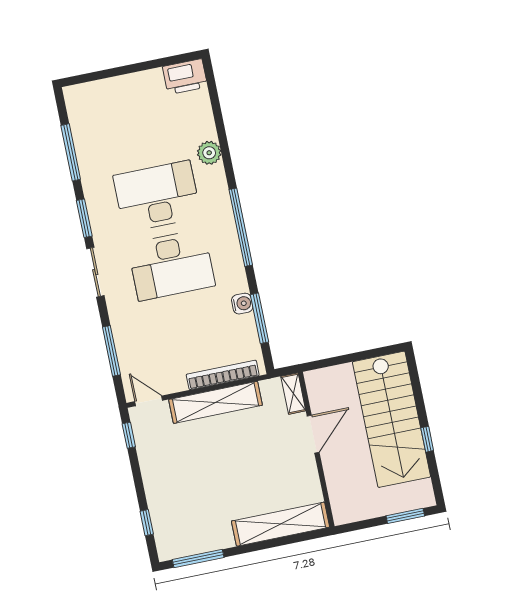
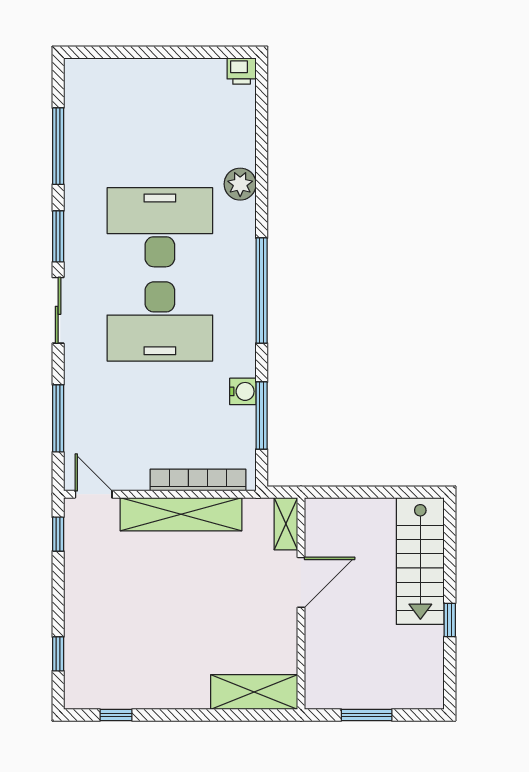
printer: (185, 77) -> (242, 71), width x0.53, depth x0.68
stairs: (392, 419) -> (420, 561), width x0.73, depth x0.66
window: (405, 516) -> (367, 715), moved
shelving: (281, 524) -> (254, 692), width x0.68
window: (198, 558) -> (116, 715), width x0.46

